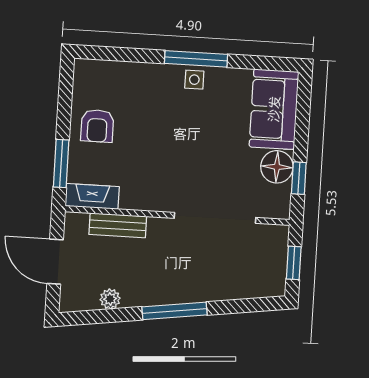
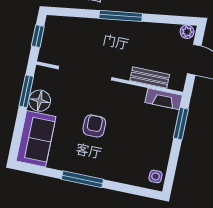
side table: (194, 80) -> (156, 176), moved
armchair: (97, 126) -> (94, 126), moved
window: (299, 178) -> (26, 91), width x1.50
plant: (110, 299) -> (187, 32), moved

